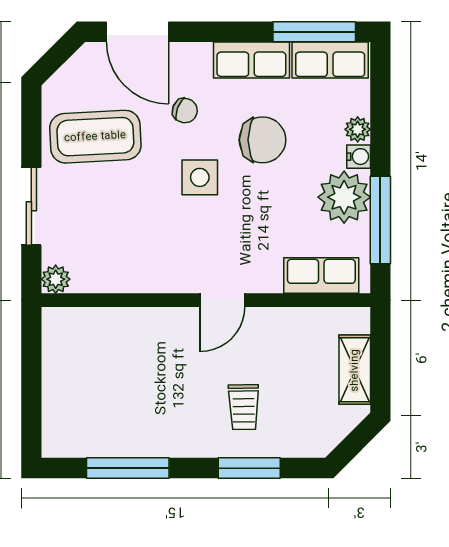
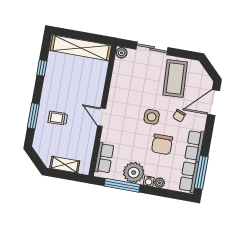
shelving: (62, 381) -> (81, 48), added
window: (128, 468) -> (42, 68), width x0.46

